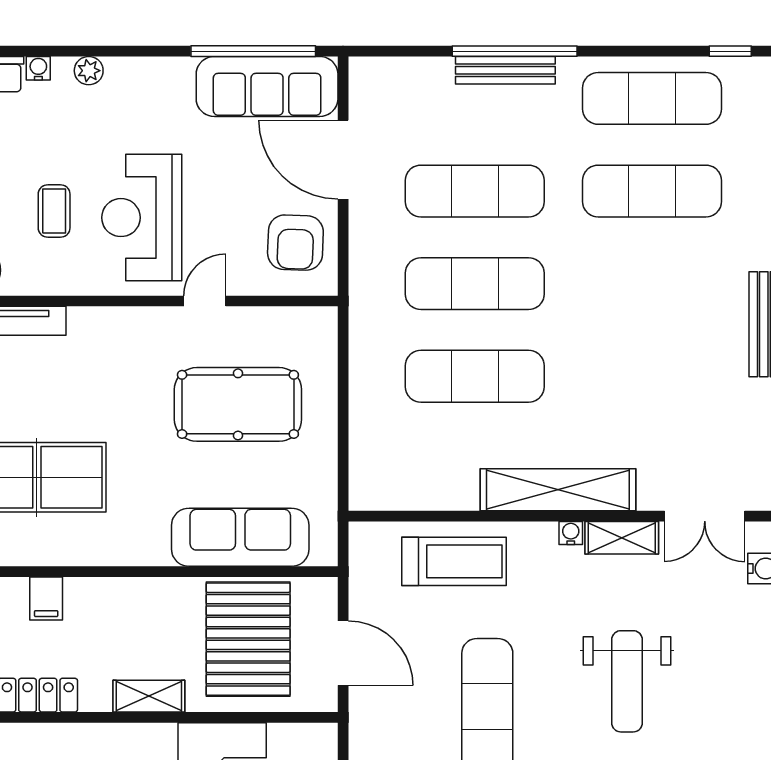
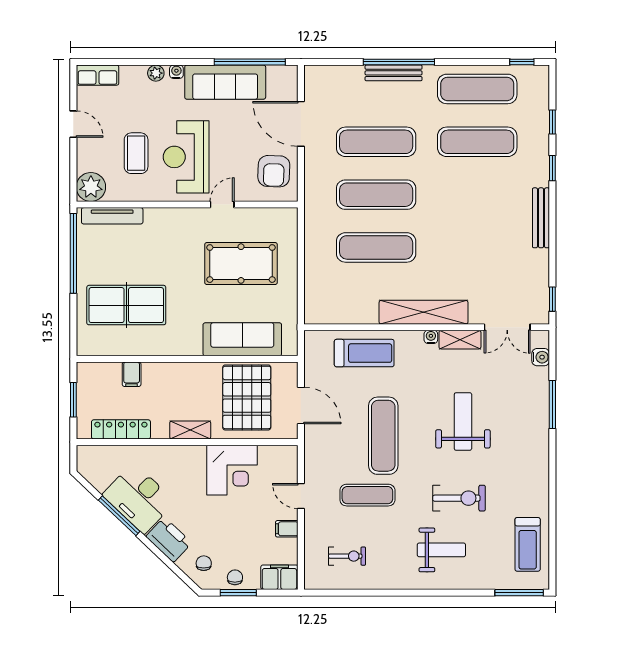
water cooler: (38, 68) -> (176, 72), moved
sofa: (267, 86) -> (225, 82), moved
coffee table: (54, 211) -> (136, 153), width x1.36, depth x1.30
weight bench: (627, 681) -> (463, 421), turned 180

